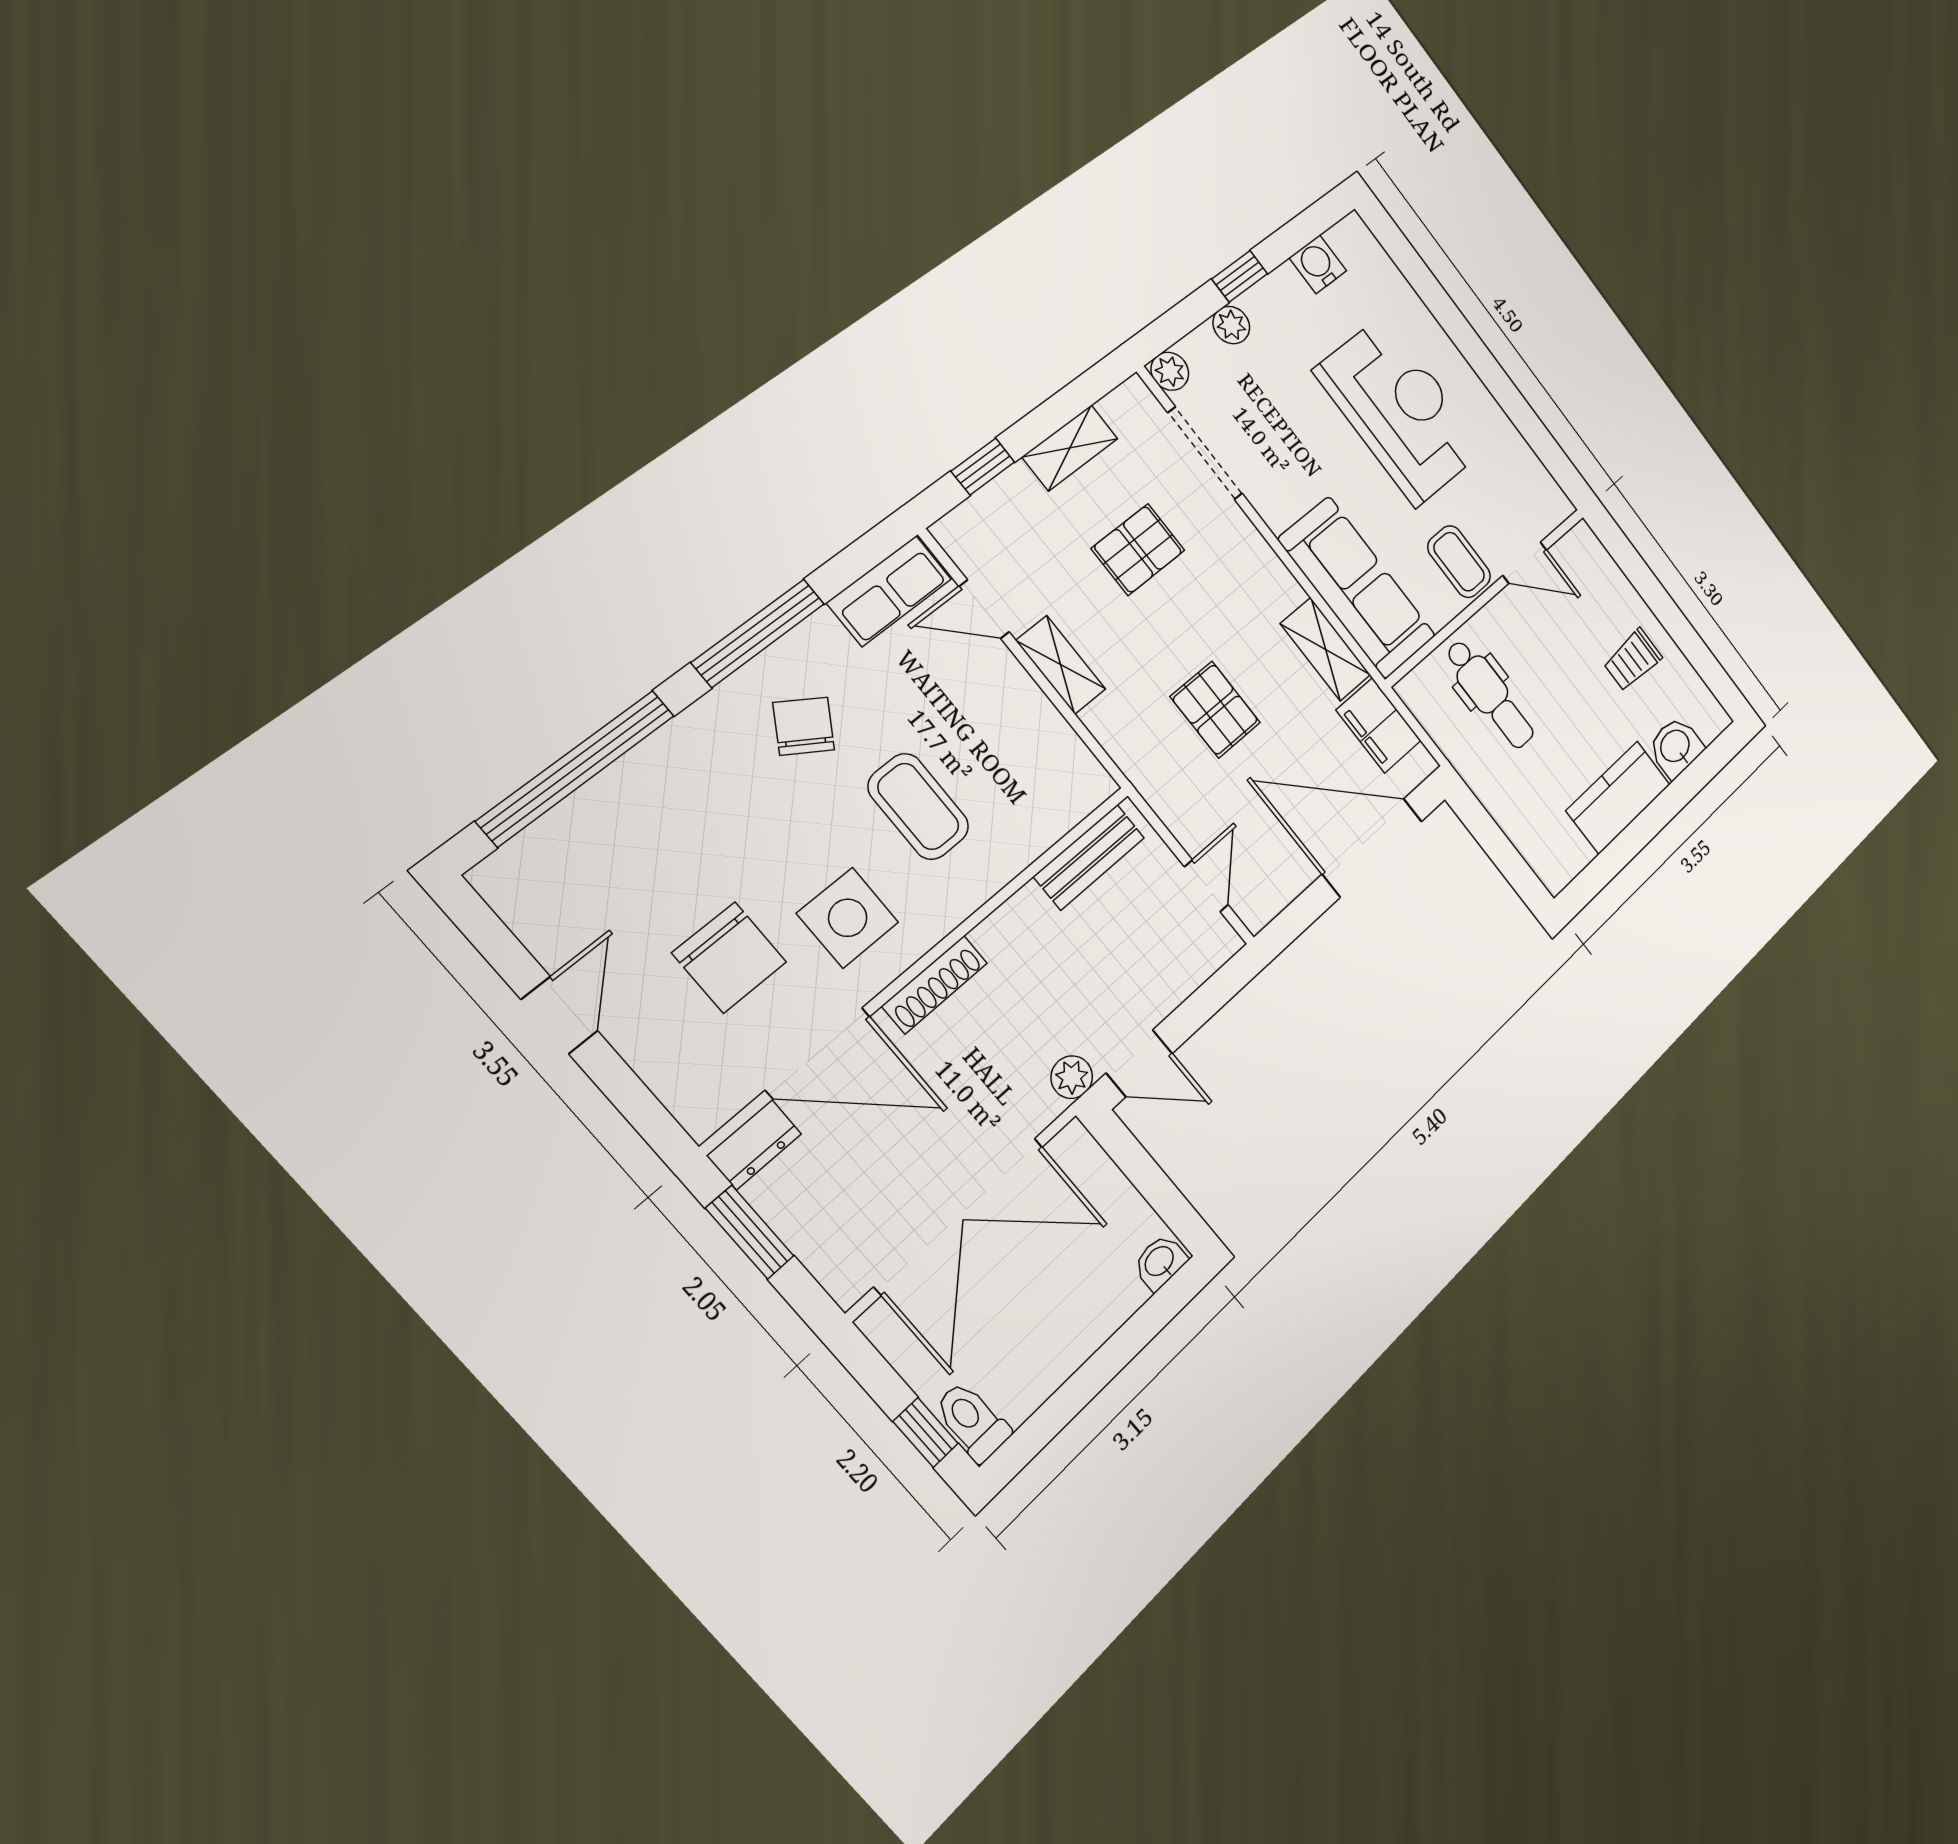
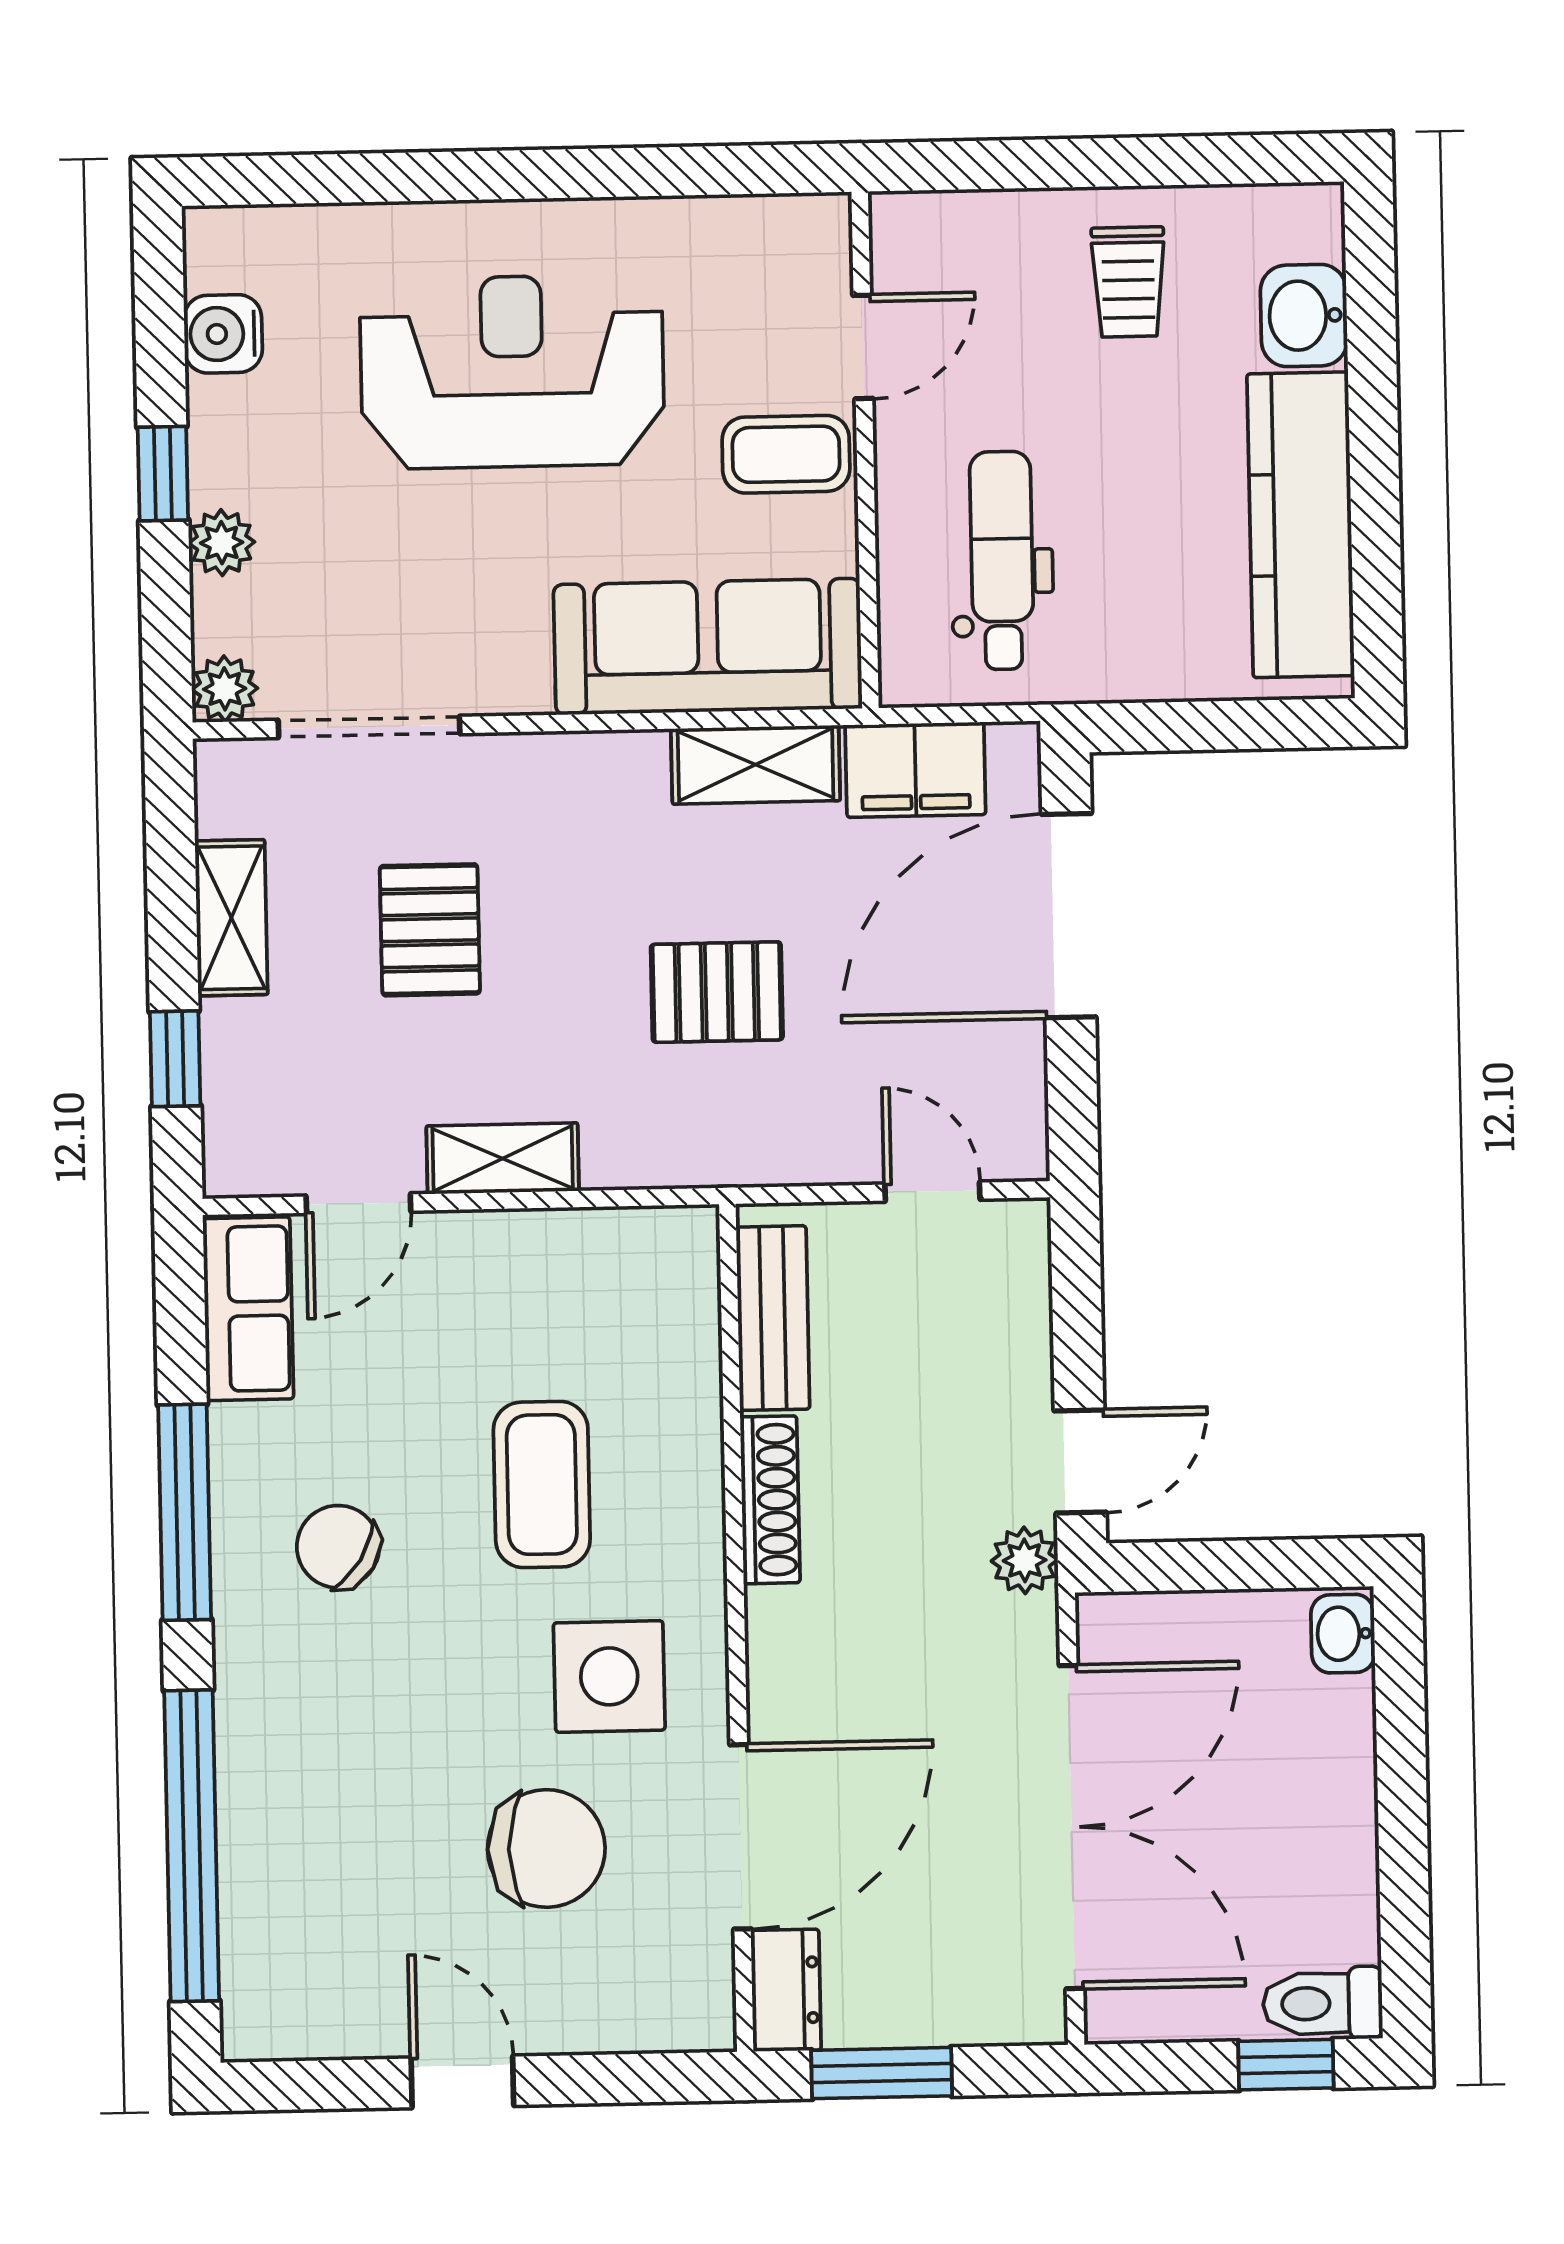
dental chair: (1490, 694) -> (1002, 561), turned -90
kitchen counter: (1618, 798) -> (1301, 525), width x1.50
coffee table: (918, 806) -> (542, 1485), turned 90
shoe rack: (935, 984) -> (770, 1500), moved

